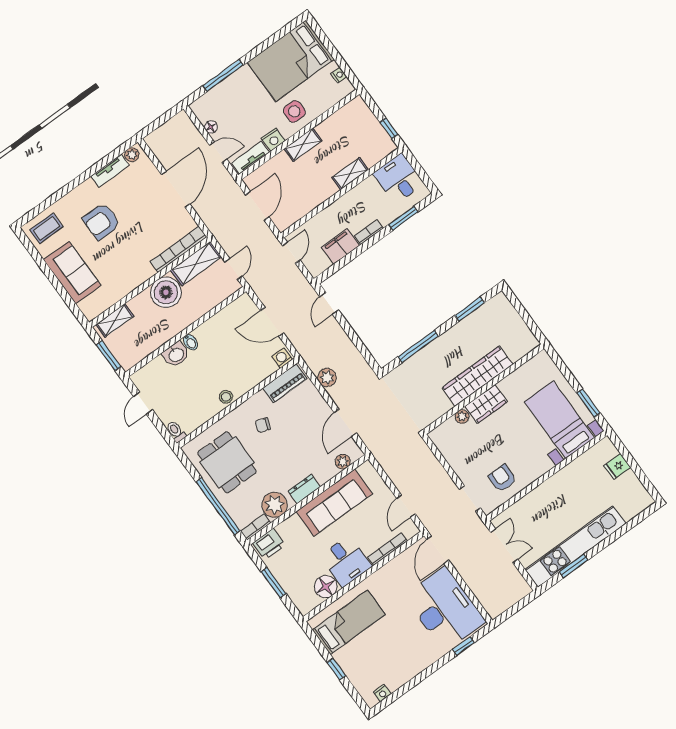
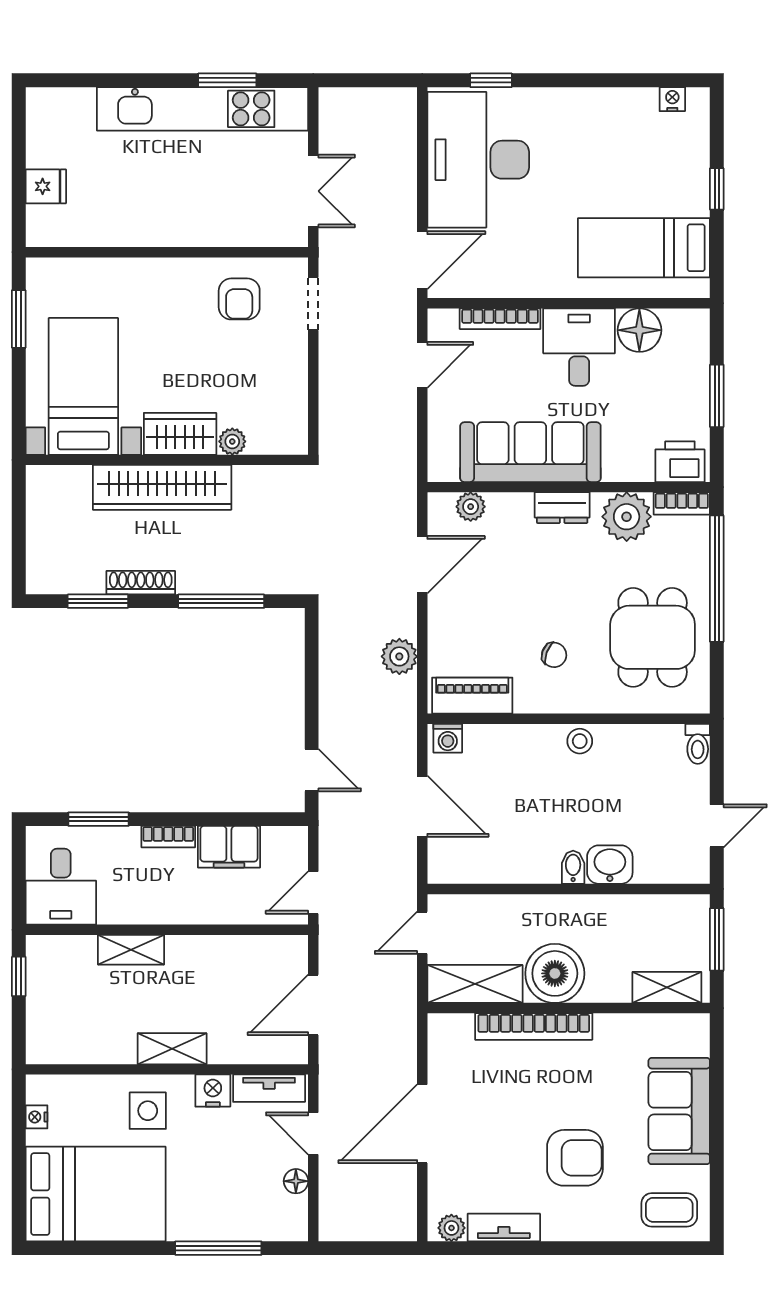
bookcase: (179, 249) -> (534, 1027), moved
door: (329, 303) -> (312, 770), hinge flipped
shoe rack: (457, 330) -> (141, 583), added
bed with nightstands: (559, 420) -> (83, 386), moved, turned 180
double door: (504, 546) -> (313, 191), swing flipped

